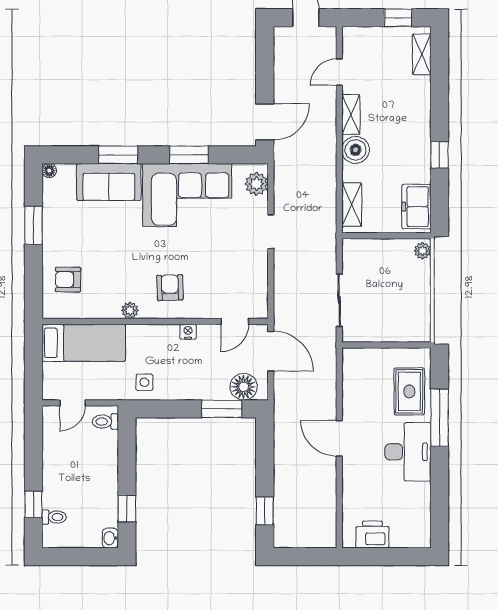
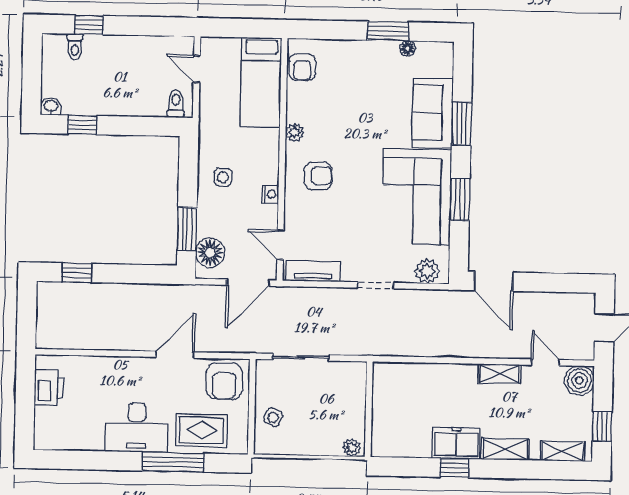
boiler: (355, 150) -> (579, 380), moved
floor lamp: (49, 171) -> (407, 48), moved
shelving: (352, 205) -> (505, 449), moved
freezer: (416, 207) -> (456, 443), moved
armchair: (68, 280) -> (302, 67), moved, turned 180
tv unit: (259, 290) -> (313, 271), added
side table: (396, 325) -> (273, 417), added
armchair: (363, 371) -> (224, 381), added
side table: (144, 382) -> (223, 177), moved
door: (339, 438) -> (175, 355), moved

